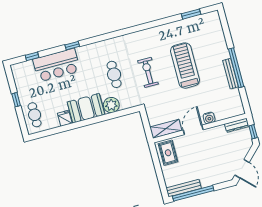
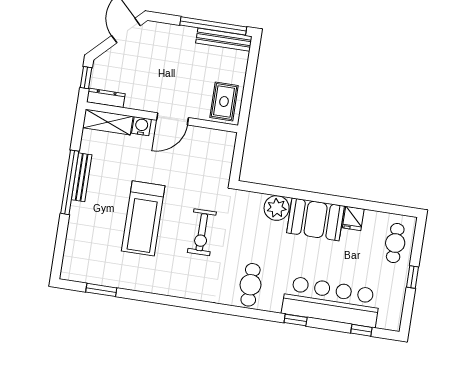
bar counter: (57, 65) -> (331, 302), width x1.36
cafe table: (114, 74) -> (251, 285), moved
shelving: (166, 129) -> (108, 122), moved

